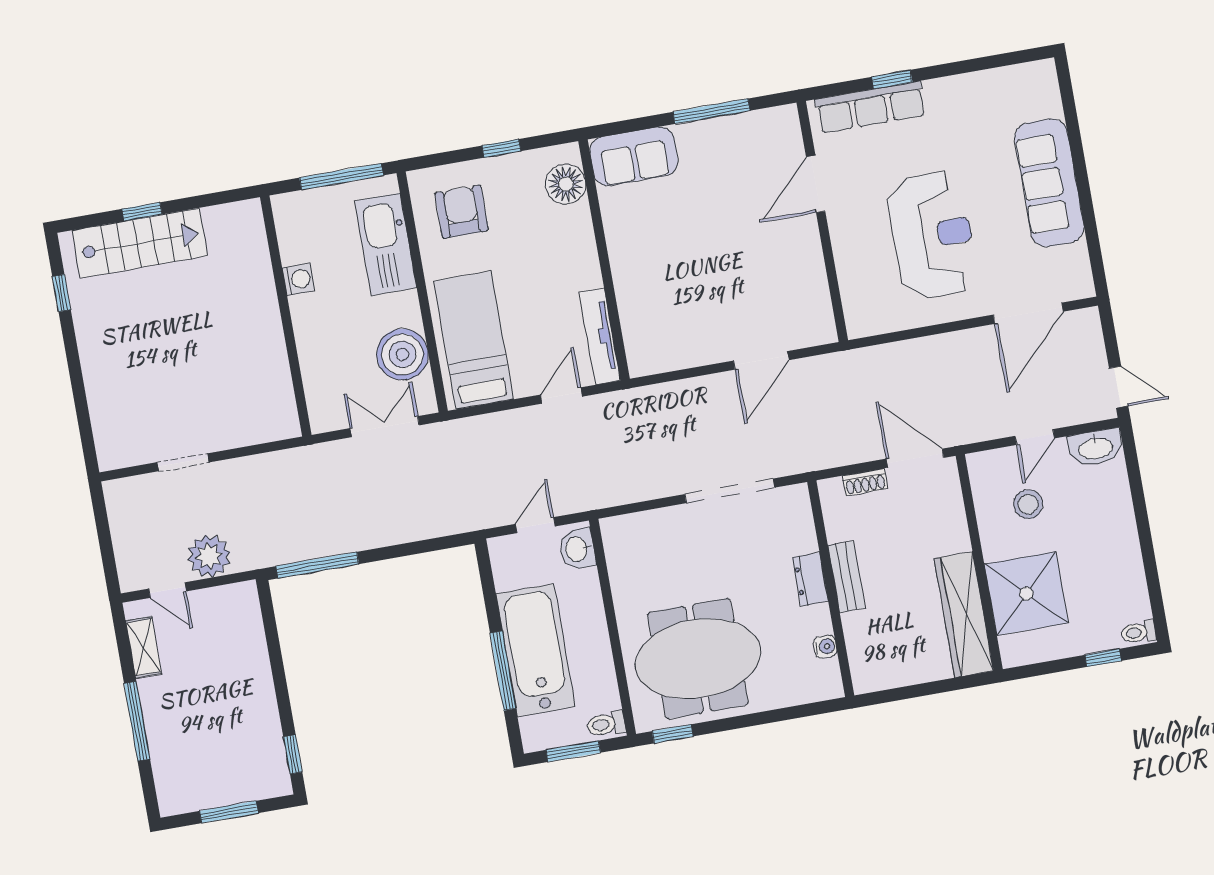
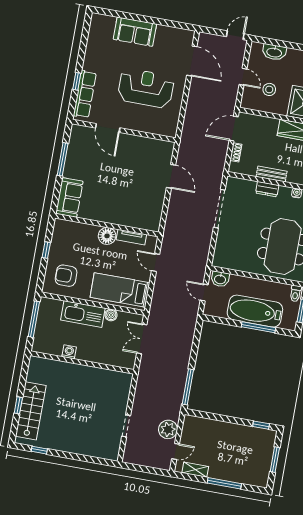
sofa: (1049, 183) -> (135, 32), width x0.73
floor lamp: (566, 184) -> (107, 236), moved
kitchen sink: (386, 244) -> (83, 314), moved
tv unit: (600, 336) -> (131, 237), width x0.71
boiler: (402, 354) -> (111, 315), width x0.54, depth x0.54
washbasin: (1096, 448) -> (274, 52), moved, turned 90

